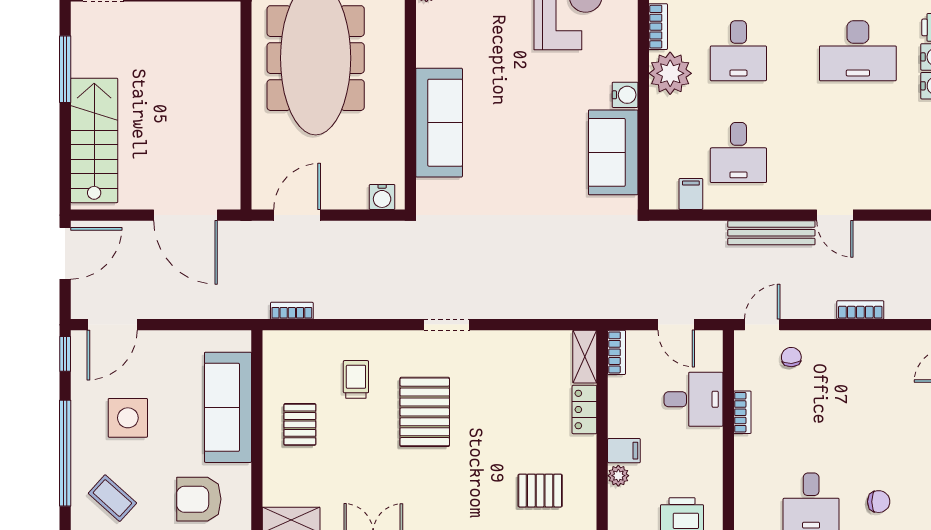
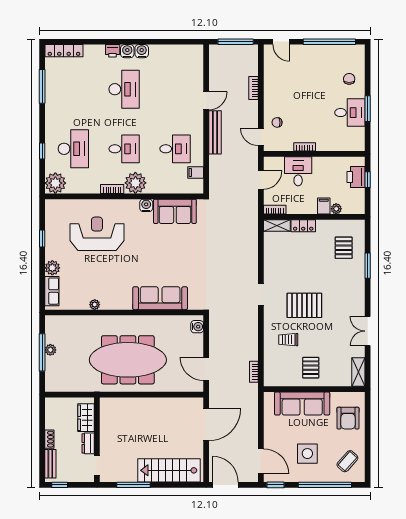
pallet: (300, 424) -> (311, 368), turned 90

